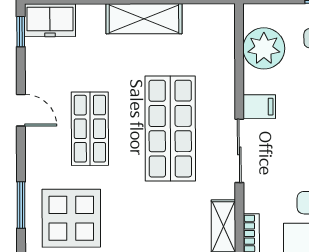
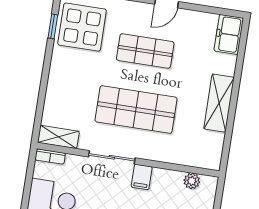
window: (21, 32) -> (224, 12), removed
plant: (264, 48) -> (192, 181), width x0.53, depth x0.53

